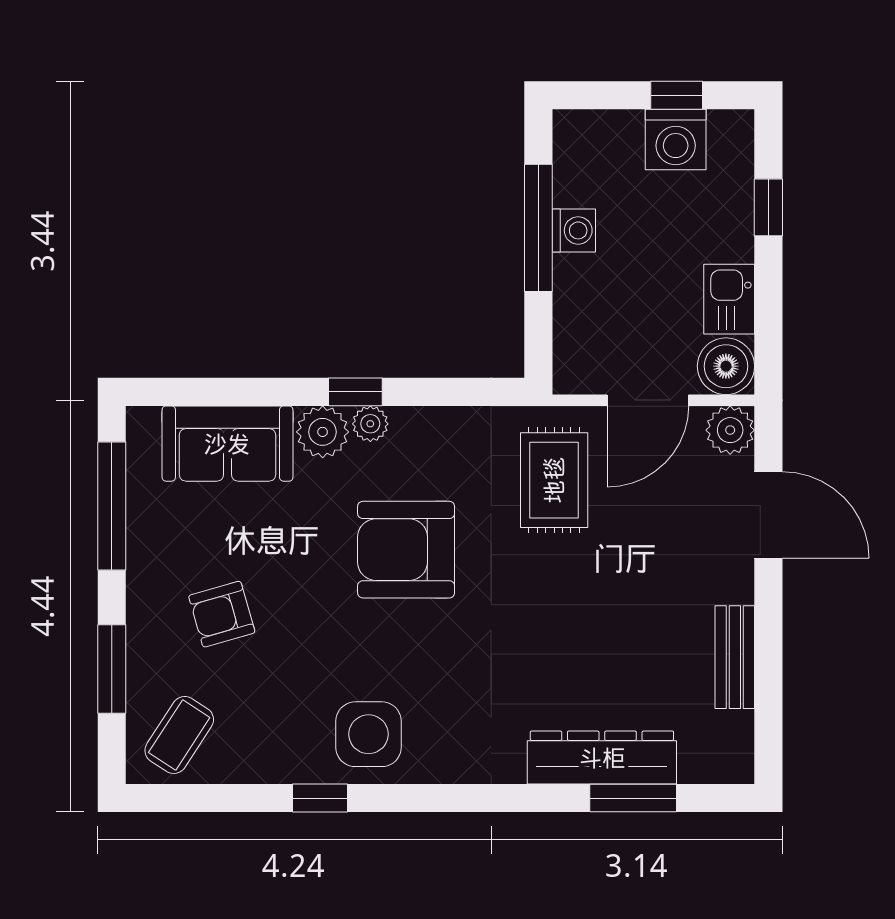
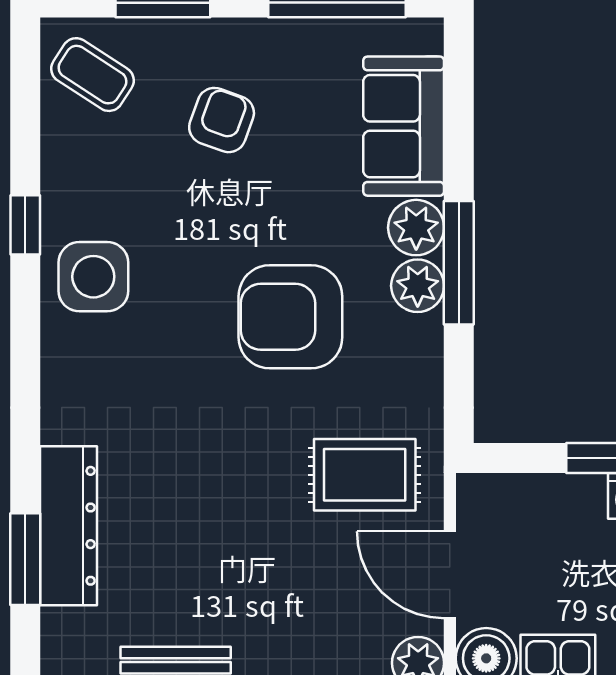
window: (355, 392) -> (459, 263), width x2.17
plant: (370, 424) -> (418, 286), width x1.38, depth x1.38
armchair: (406, 550) -> (290, 317), turned -90
armchair: (222, 614) -> (222, 120), turned 36

